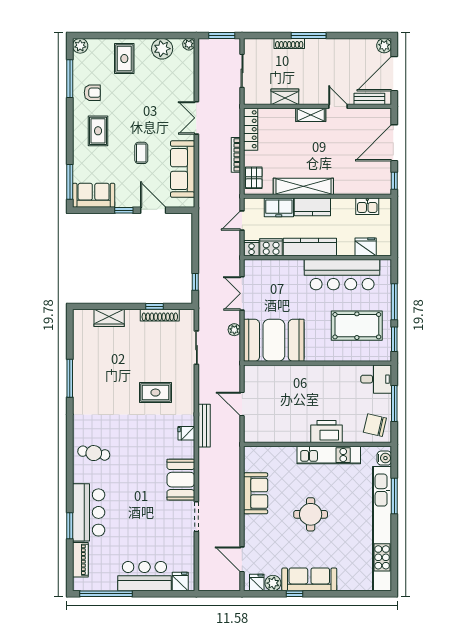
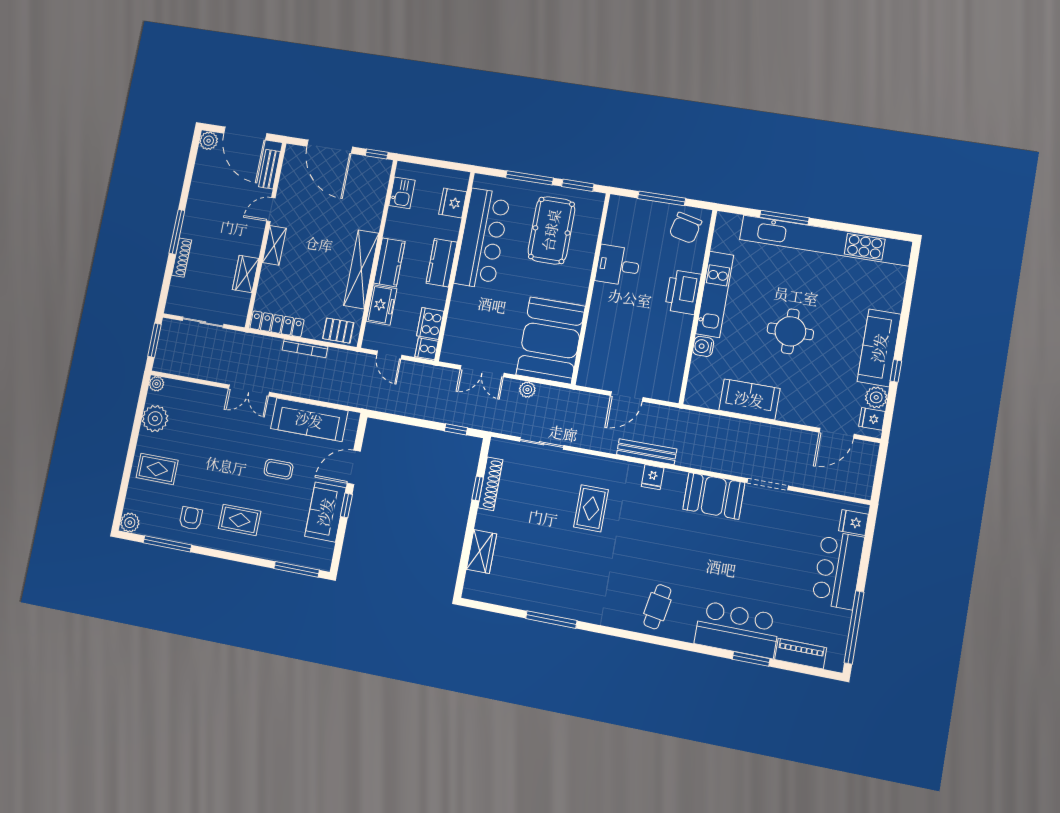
sofa: (94, 195) -> (325, 512), moved
kitchen counter: (310, 247) -> (442, 263), width x0.67
desk: (376, 379) -> (618, 266), moved, turned -90
water cooler: (384, 458) -> (703, 346), moved, turned -90

